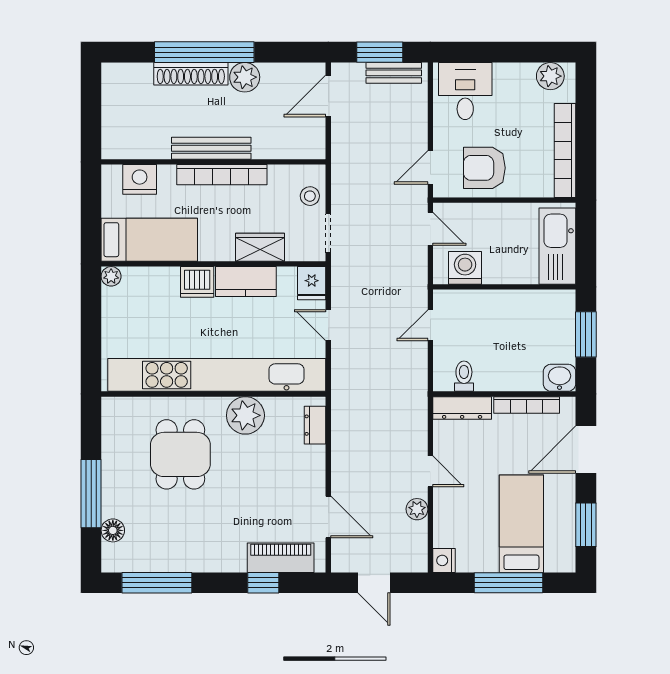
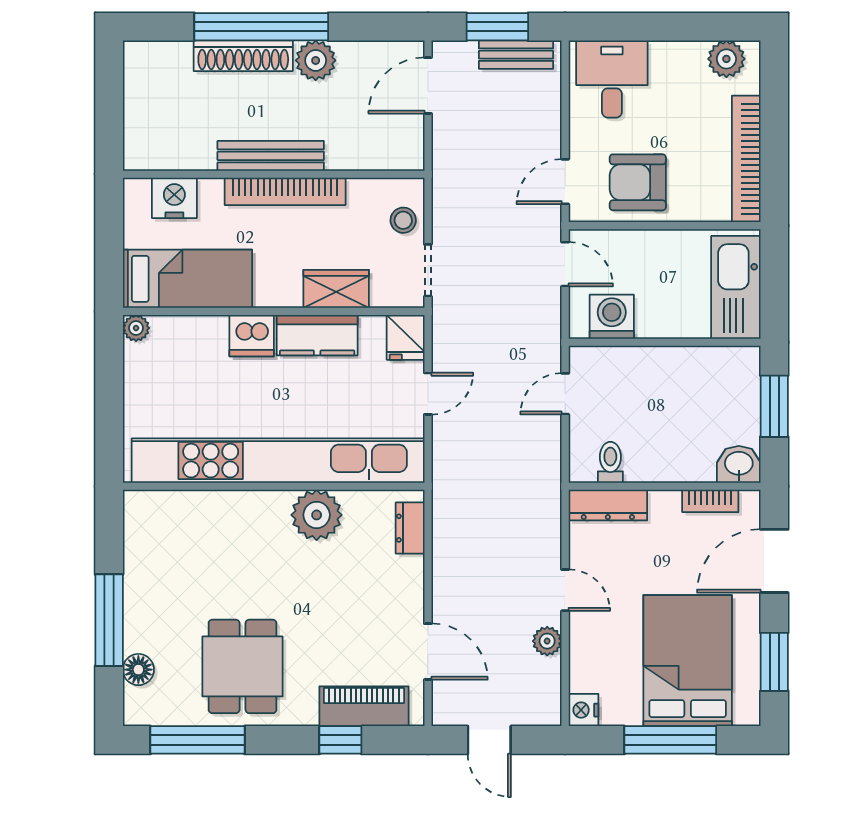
door: (328, 325) -> (428, 394), swing flipped
bookcase: (527, 405) -> (710, 501), width x0.64
dining table: (180, 454) -> (243, 666), moved
bed: (521, 524) -> (688, 661), width x1.50

